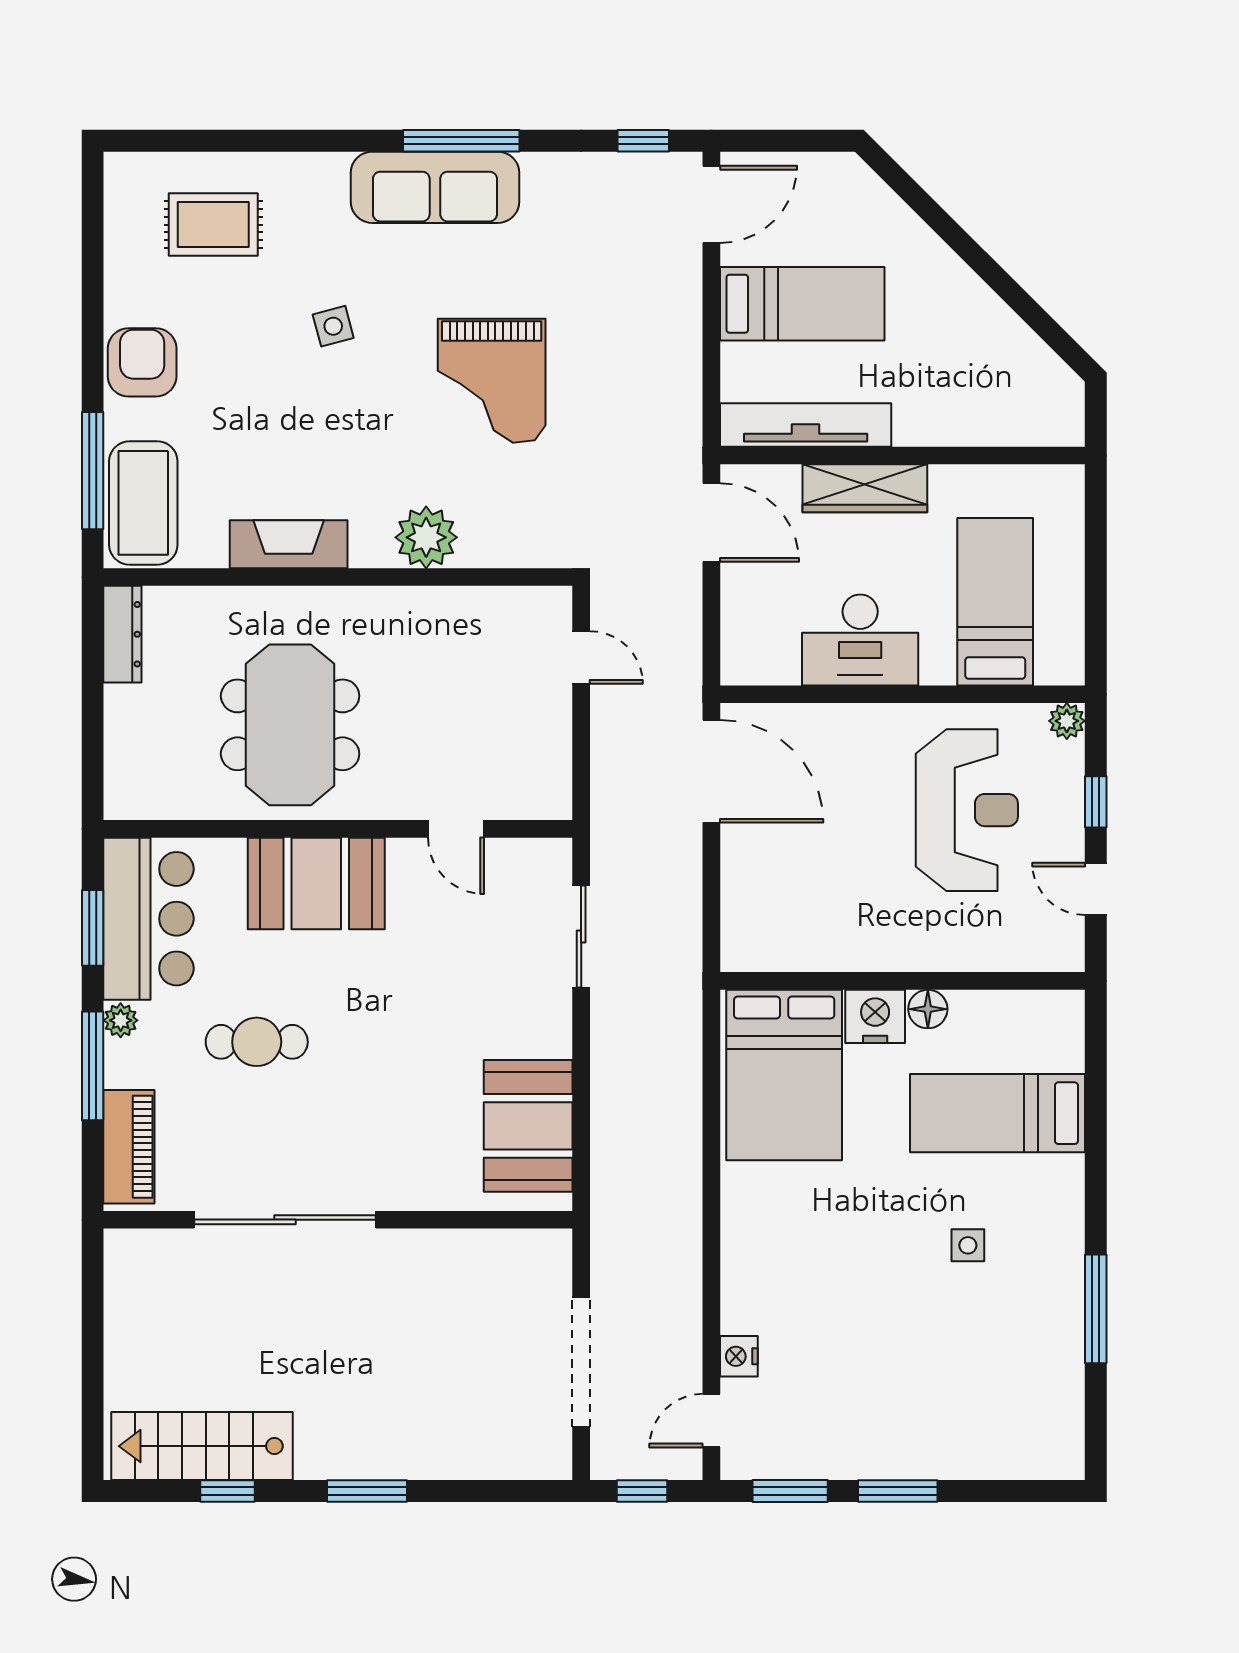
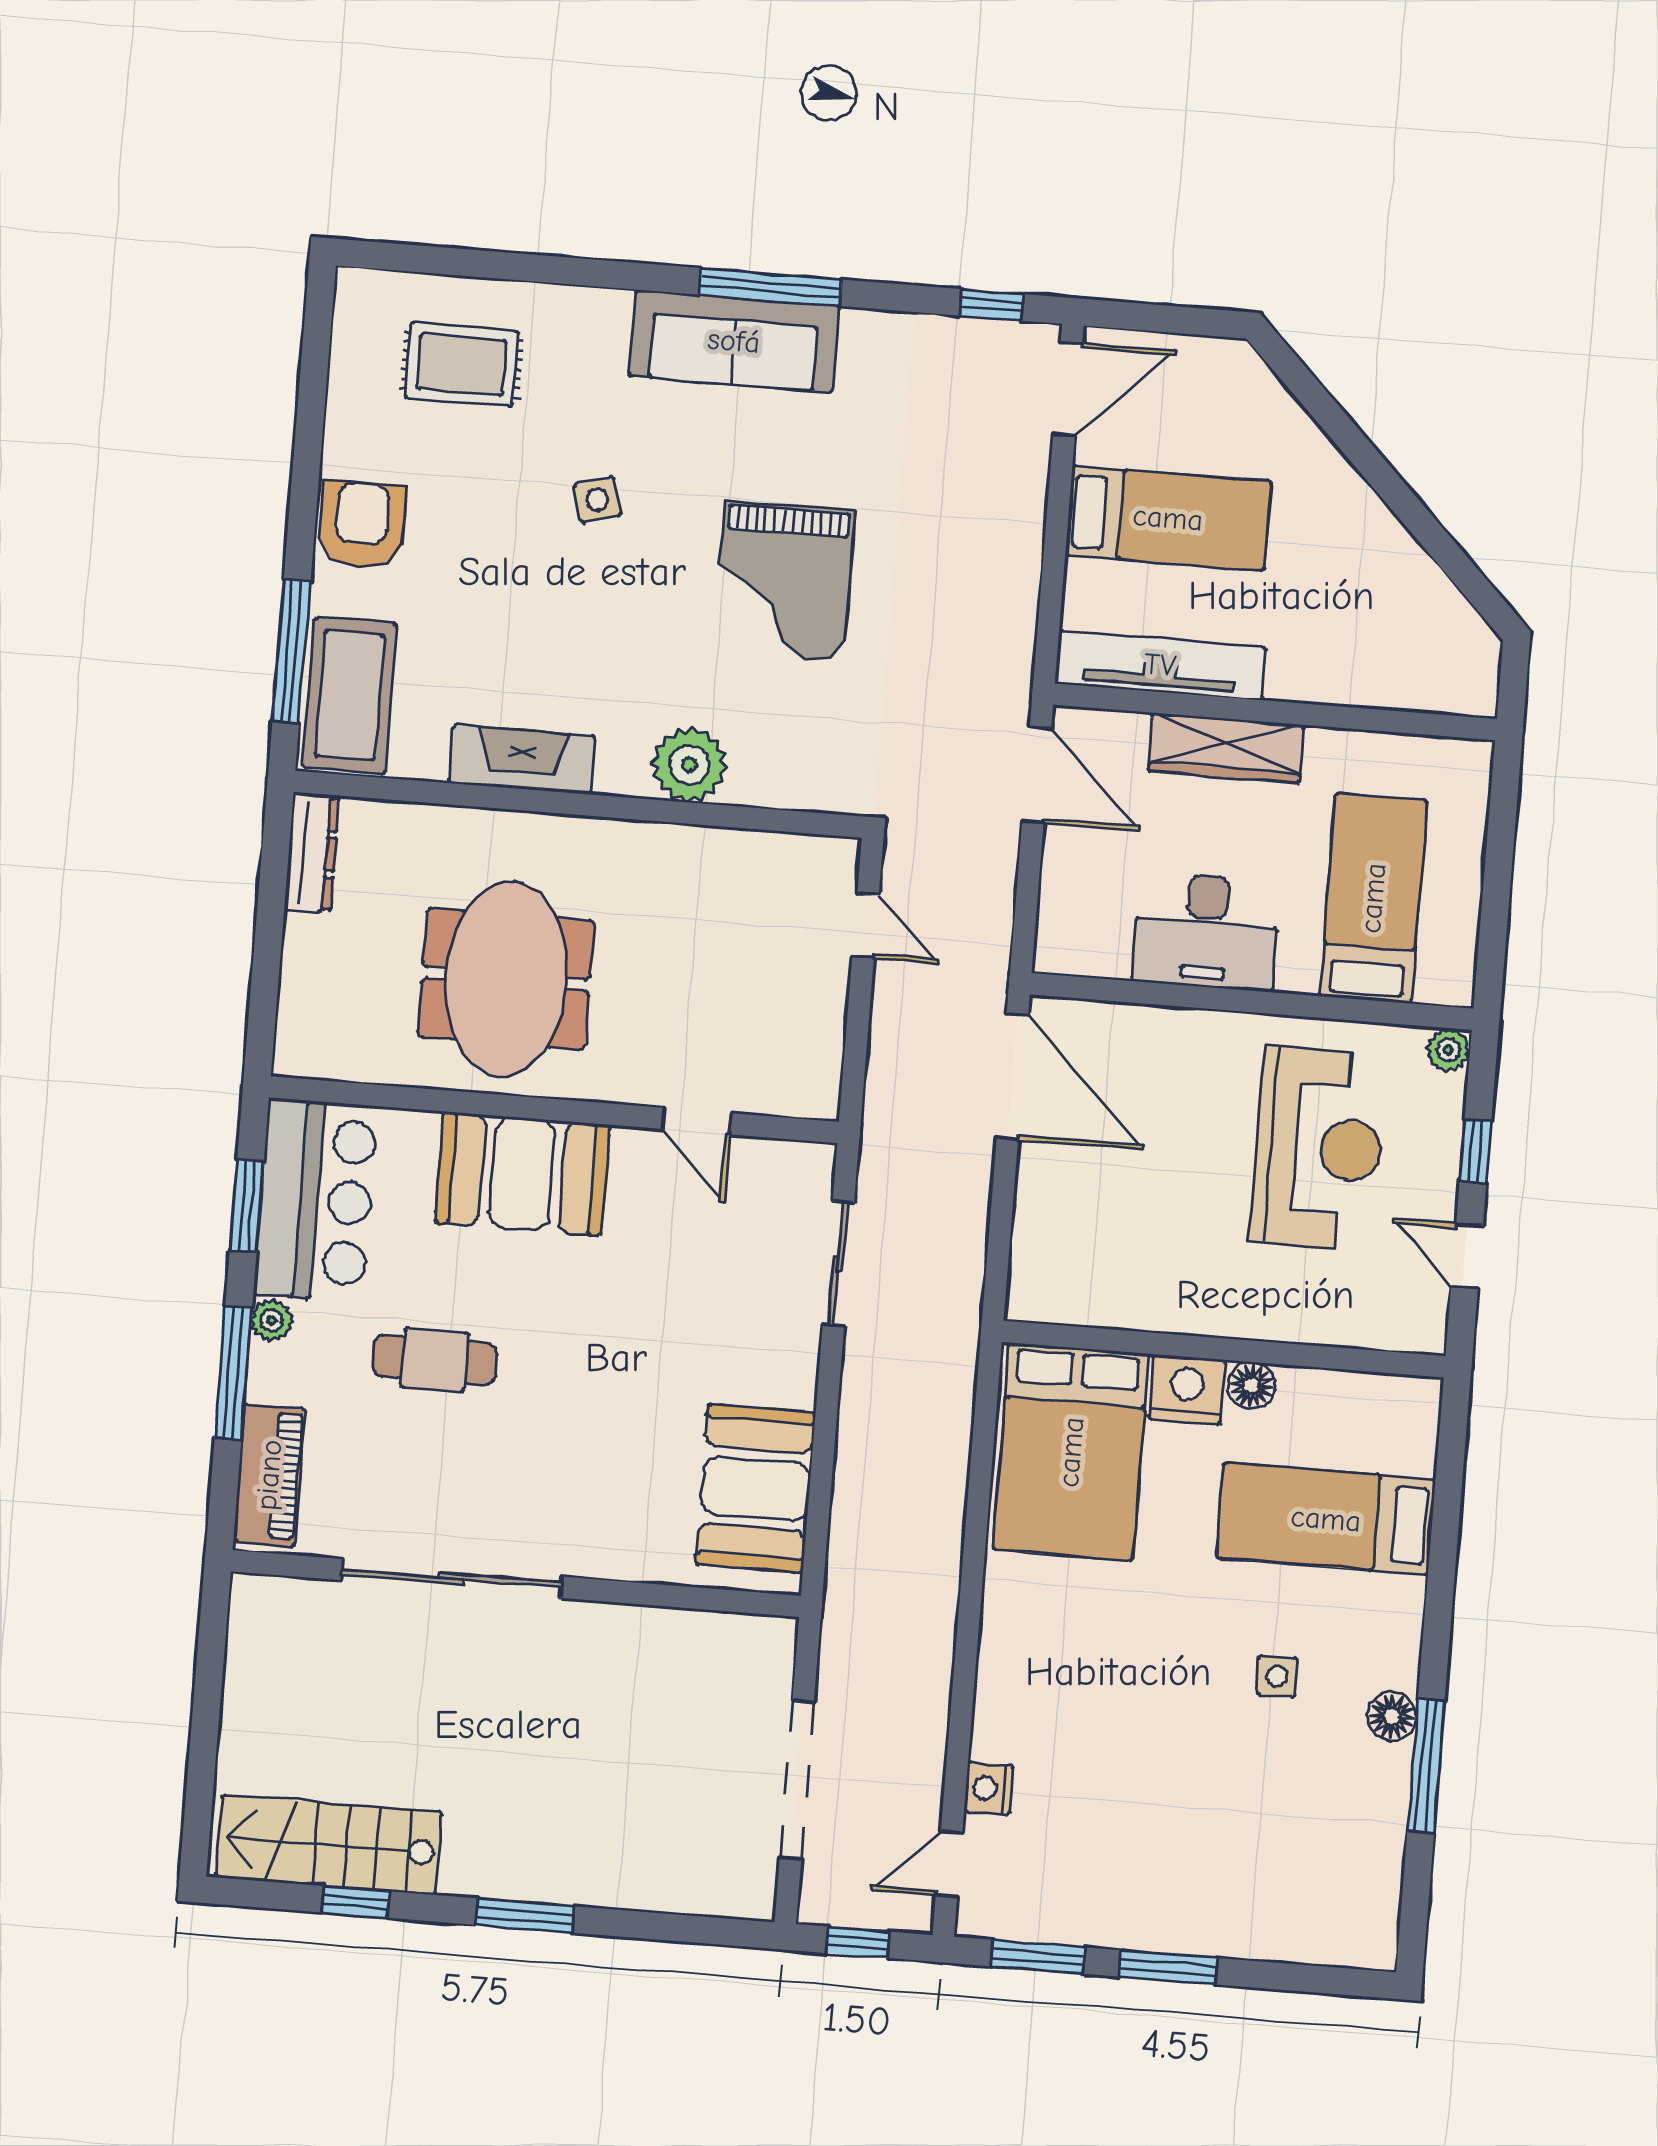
floor lamp: (1065, 1271) -> (1392, 1716), added

